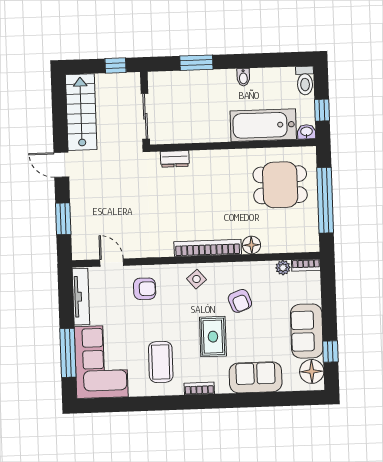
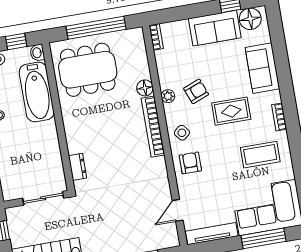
dining table: (280, 185) -> (88, 70), width x1.38
plant: (283, 268) -> (168, 96), moved
armchair: (145, 289) -> (190, 163), moved

